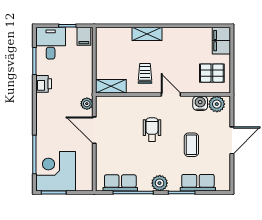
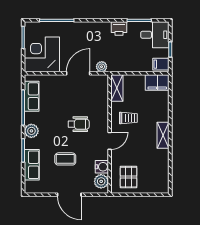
shelving: (147, 34) -> (163, 135), moved
filing cabinet: (221, 41) -> (157, 82), moved, turned 180
corner desk: (56, 171) -> (42, 54), moved, turned -90

